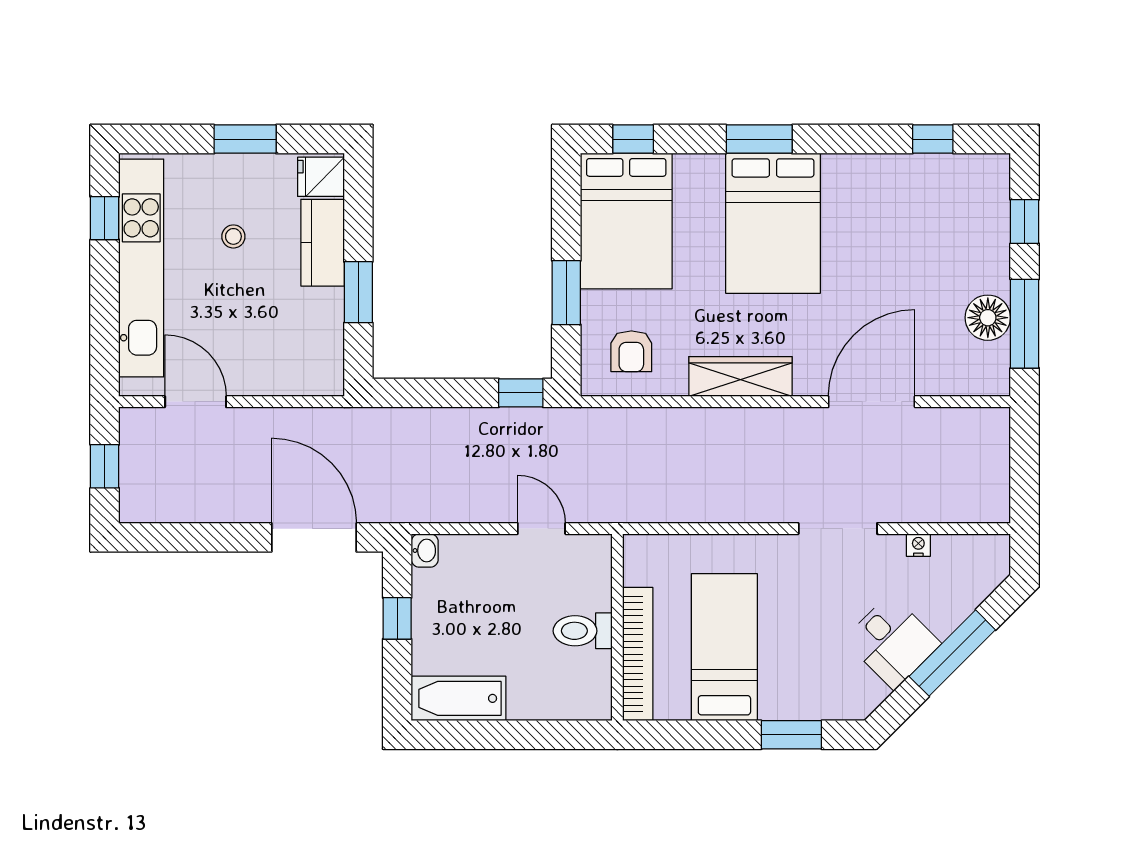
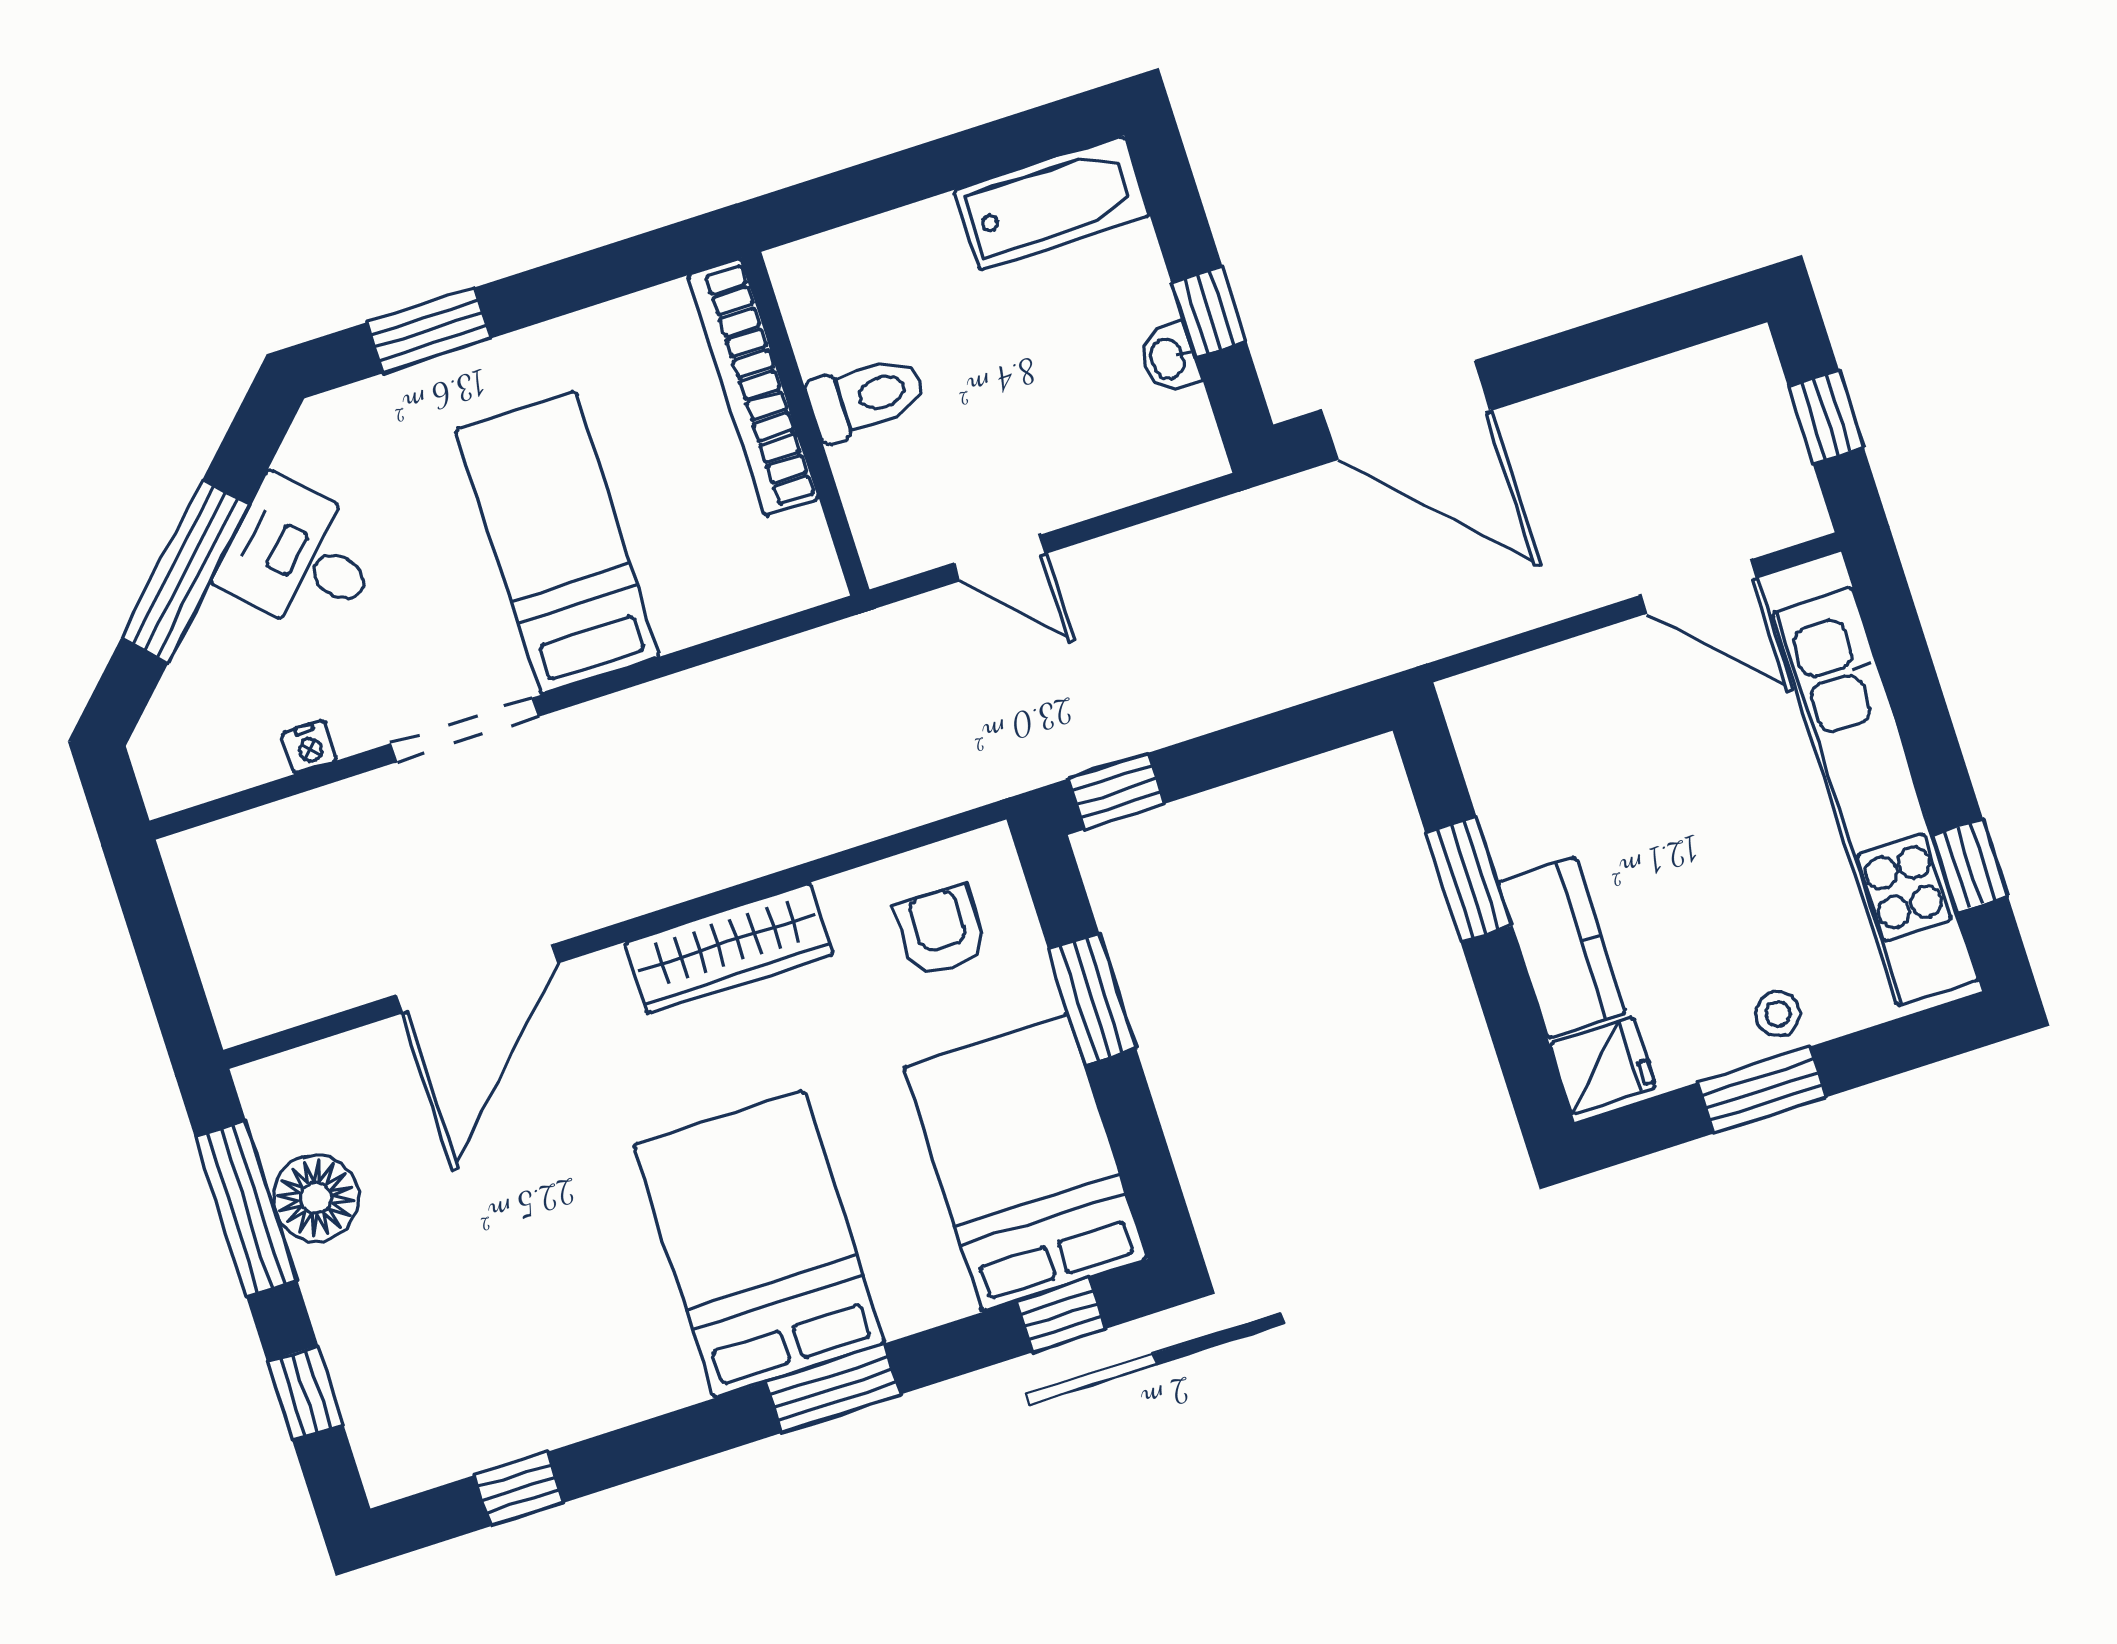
stool: (233, 236) -> (1778, 1014), moved
washbasin: (425, 551) -> (1169, 358), moved
bed: (724, 647) -> (558, 543), moved, turned 180

